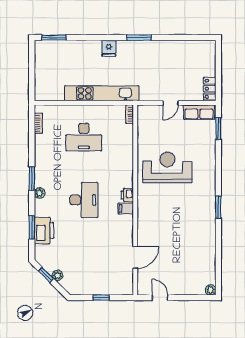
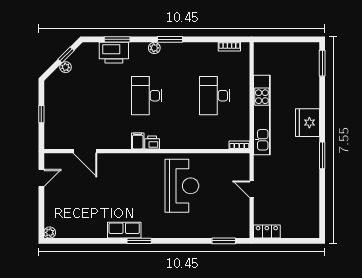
fridge: (109, 48) -> (308, 123), width x1.88, depth x1.34
row of seats: (199, 112) -> (124, 230), moved, turned 90
desk: (84, 200) -> (147, 96), turned 90

